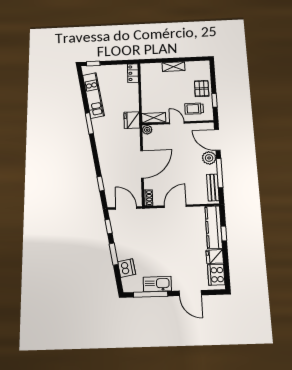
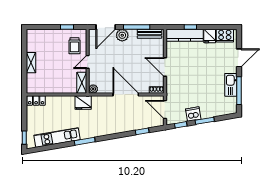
pallet: (202, 89) -> (55, 38), removed
door: (126, 208) -> (165, 109), hinge flipped
dishwasher: (127, 268) -> (193, 114), moved

